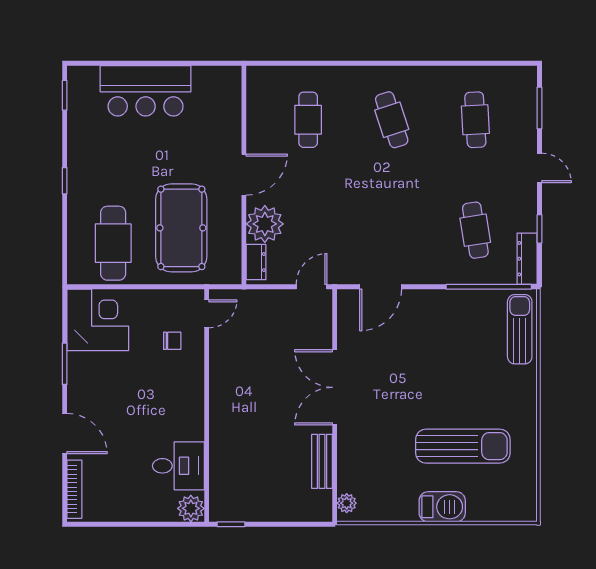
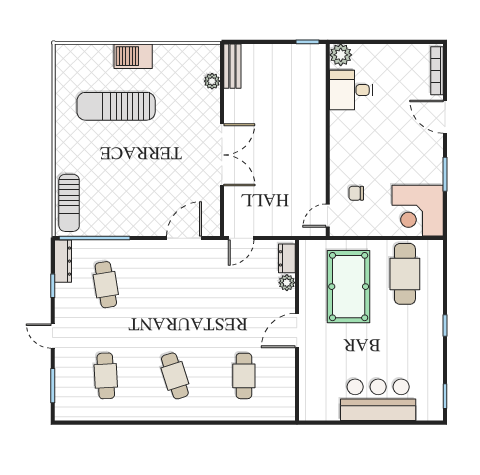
plant: (265, 224) -> (287, 283), width x0.53, depth x0.53
bench: (322, 461) -> (232, 66), moved
plant: (347, 503) -> (212, 81), moved

